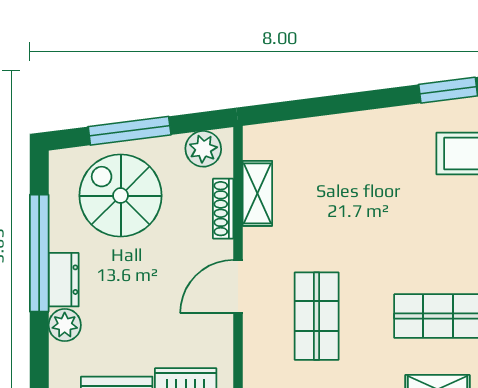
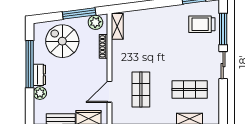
window: (130, 131) -> (79, 13), moved
shelving: (257, 193) -> (117, 26), moved
door: (238, 287) -> (109, 92), moved

